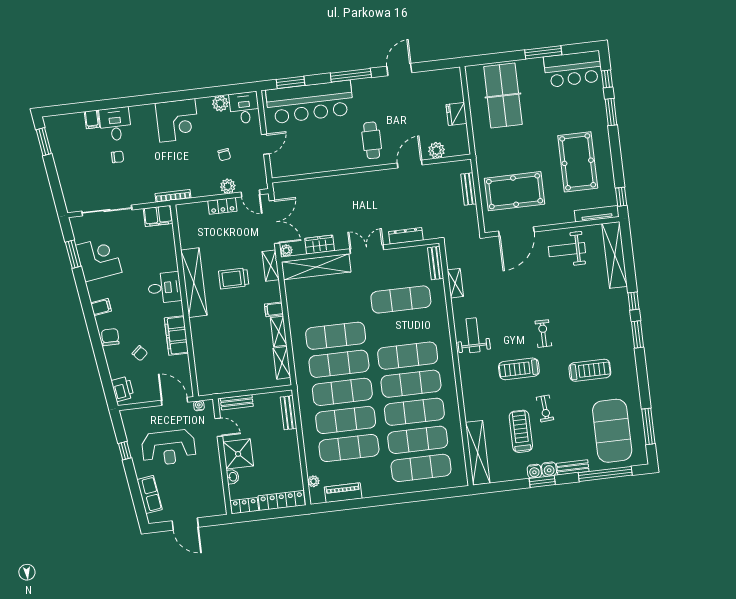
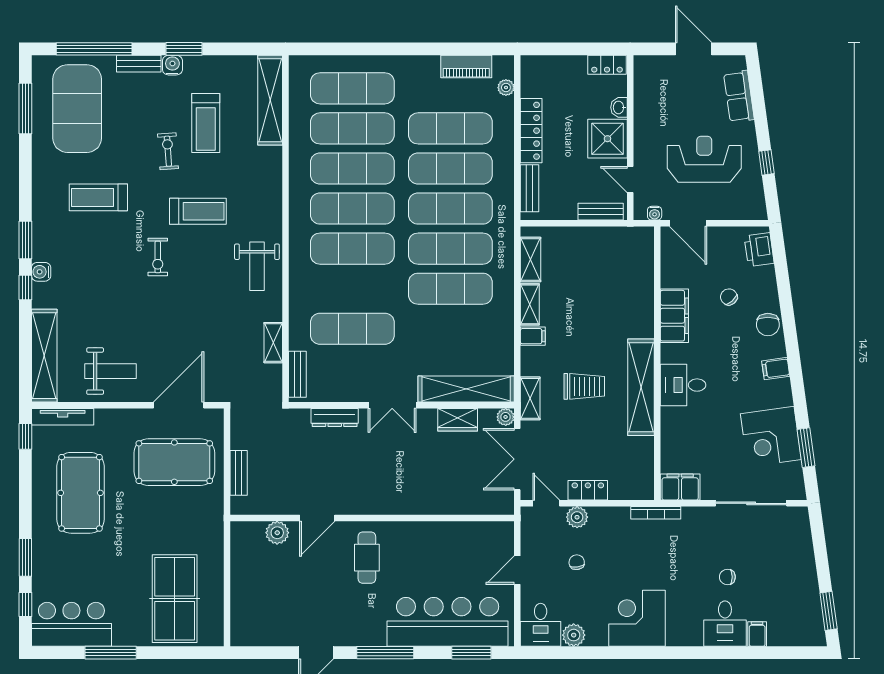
fridge: (456, 114) -> (243, 581), removed
water cooler: (534, 471) -> (41, 272), moved, turned -90
locker: (282, 500) -> (531, 131), moved, turned -90

